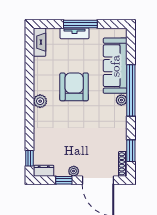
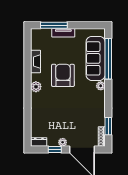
window: (80, 24) -> (54, 25), moved
fireplace: (40, 42) -> (35, 62), moved
window: (131, 90) -> (108, 59), moved
window: (29, 158) -> (28, 132), removed

